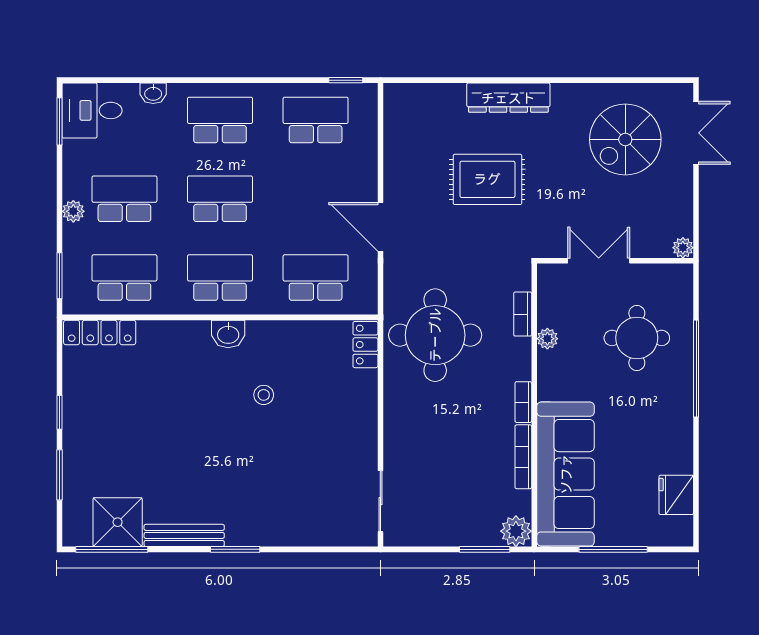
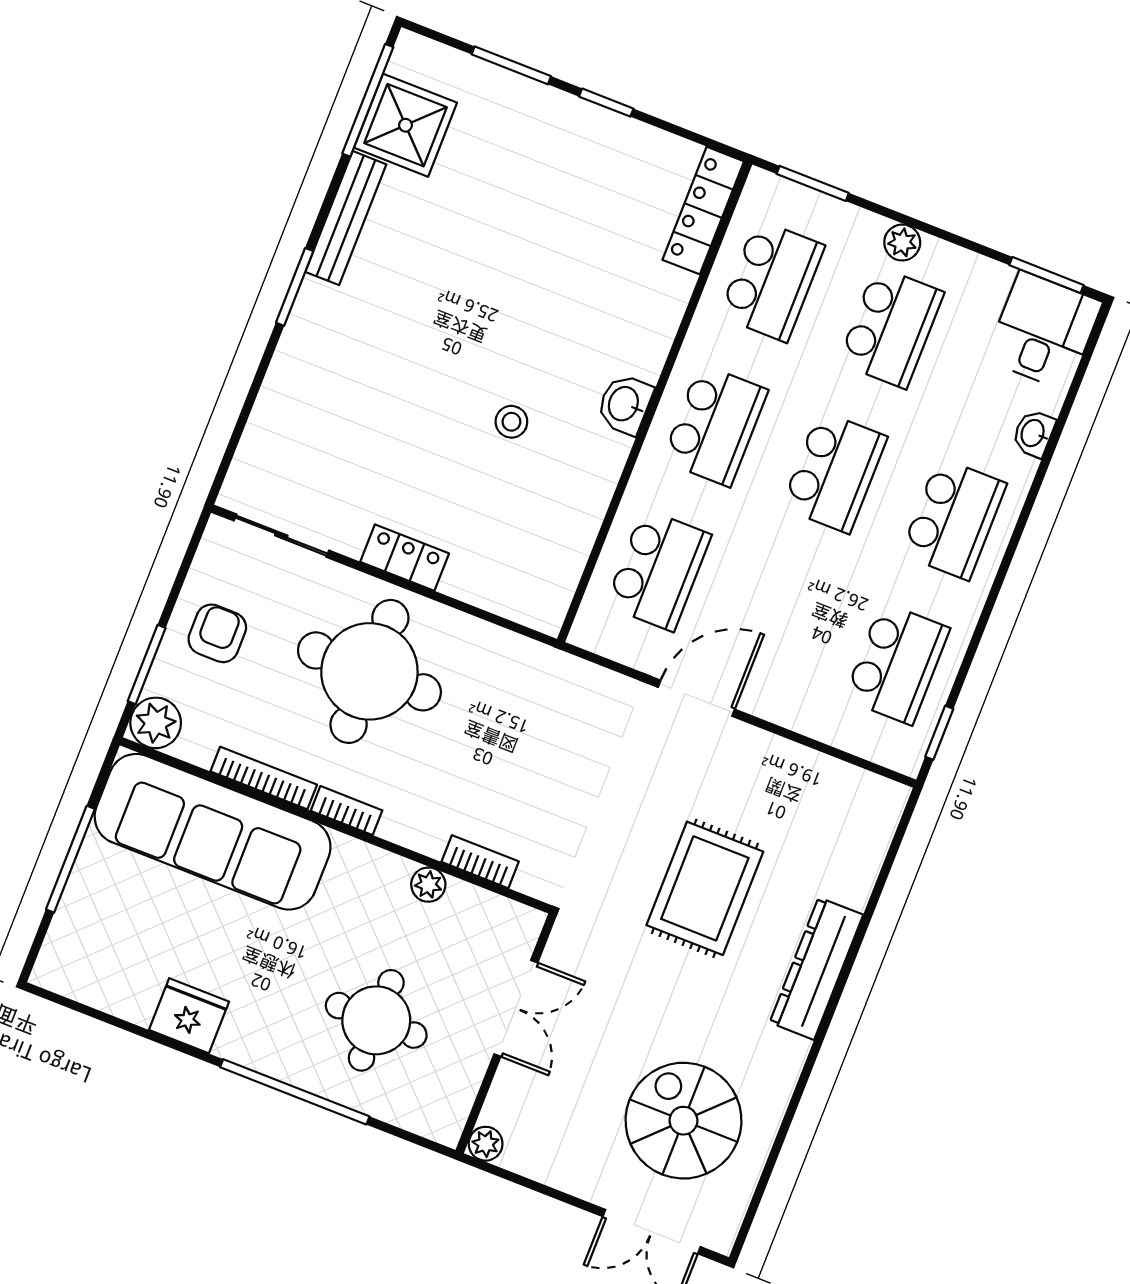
round table: (435, 335) -> (369, 671), moved
locker: (365, 345) -> (405, 558), moved
fridge: (676, 495) -> (189, 1016), moved
armchair: (451, 516) -> (217, 633), added

